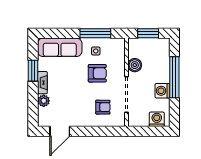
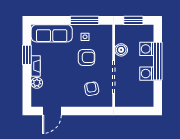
armchair: (103, 107) -> (92, 89), turned -100
washing machine: (157, 119) -> (147, 49), moved, turned -90

